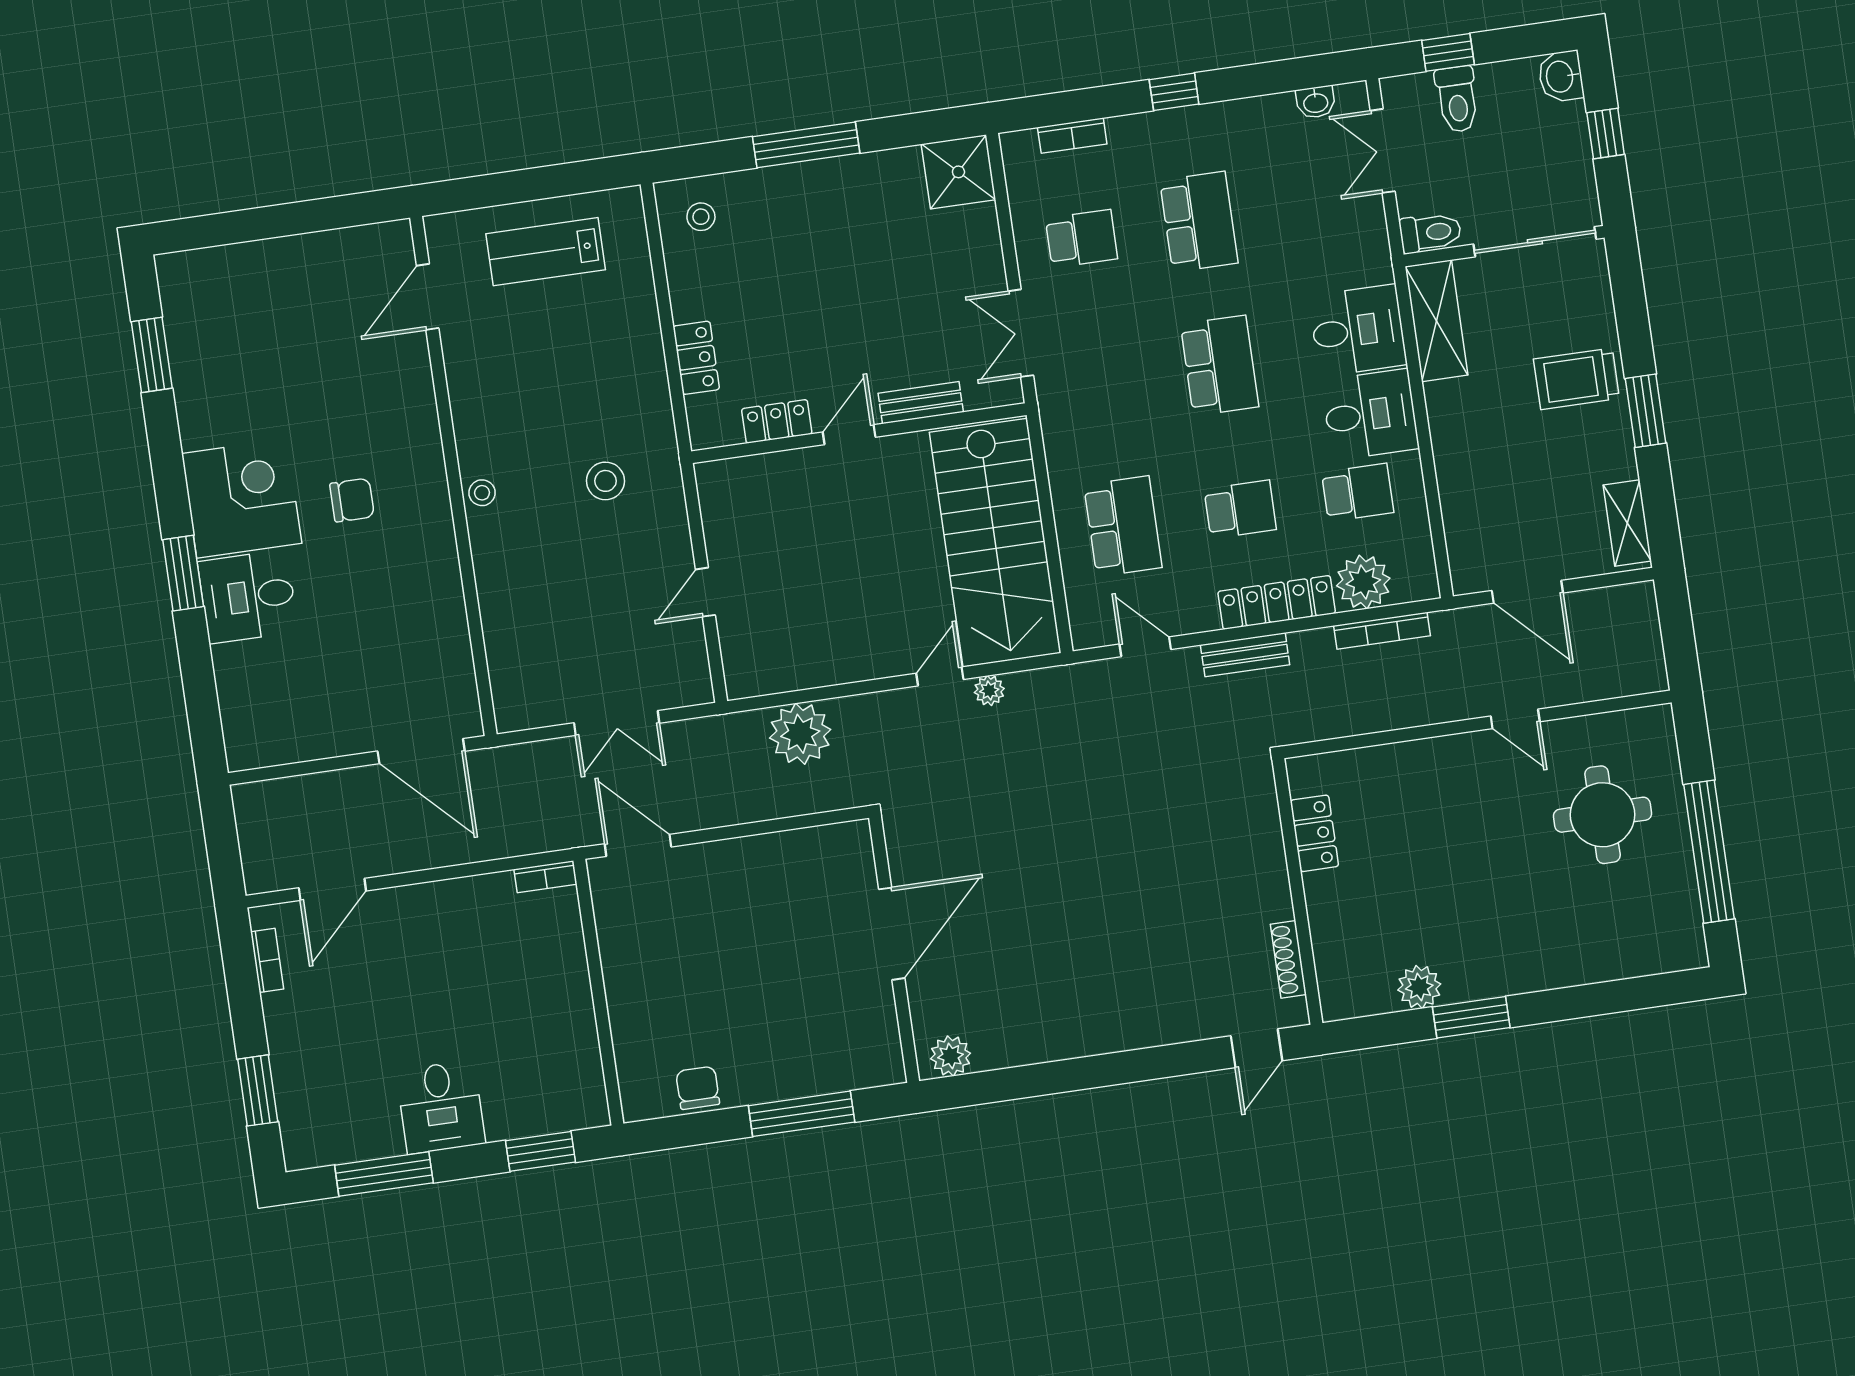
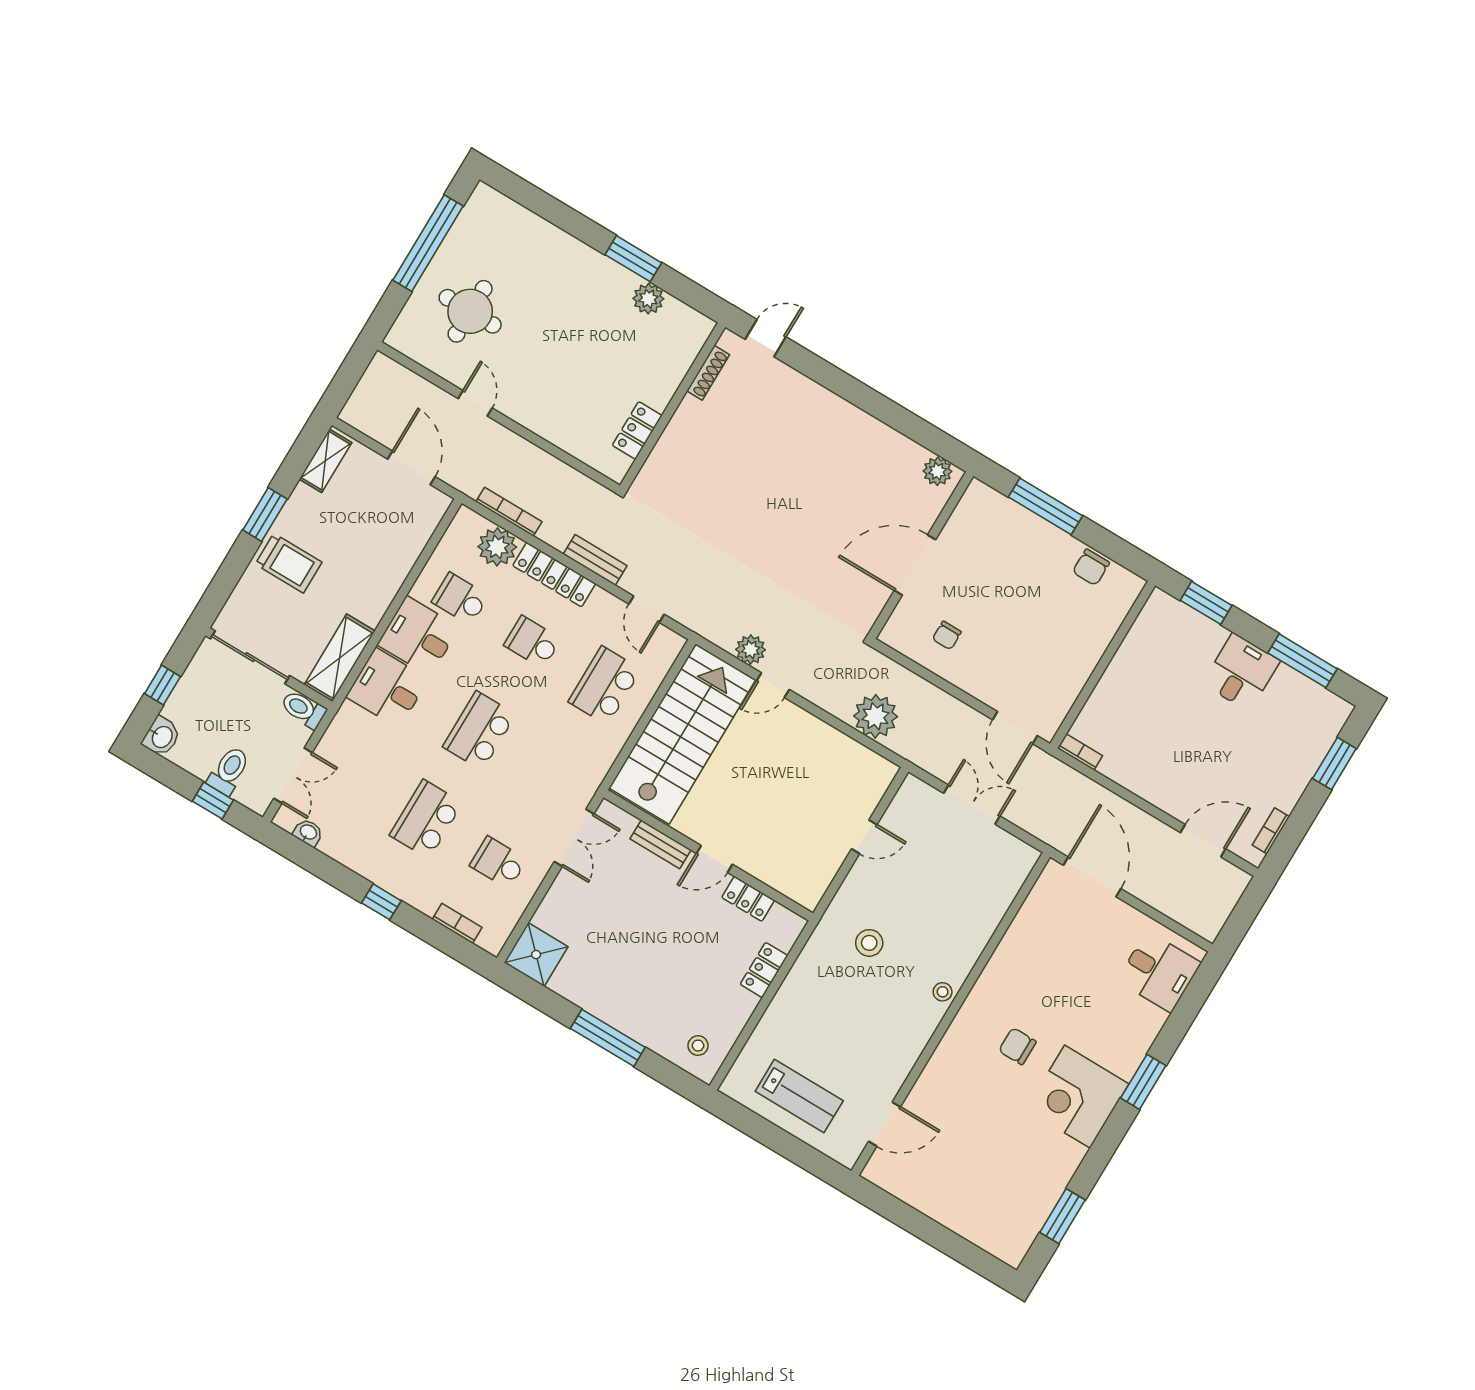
desk: (248, 597) -> (1159, 972), moved
plant: (989, 690) -> (751, 650), width x1.38, depth x1.38
chair: (794, 885) -> (947, 635), added

